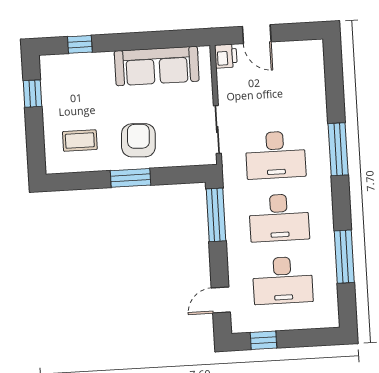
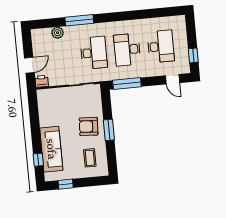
sofa: (157, 66) -> (51, 149), moved
plant: (315, 89) -> (58, 33), added
window: (338, 149) -> (79, 20), moved
desk: (279, 218) -> (127, 50), turned 180
window: (344, 257) -> (147, 14), removed

